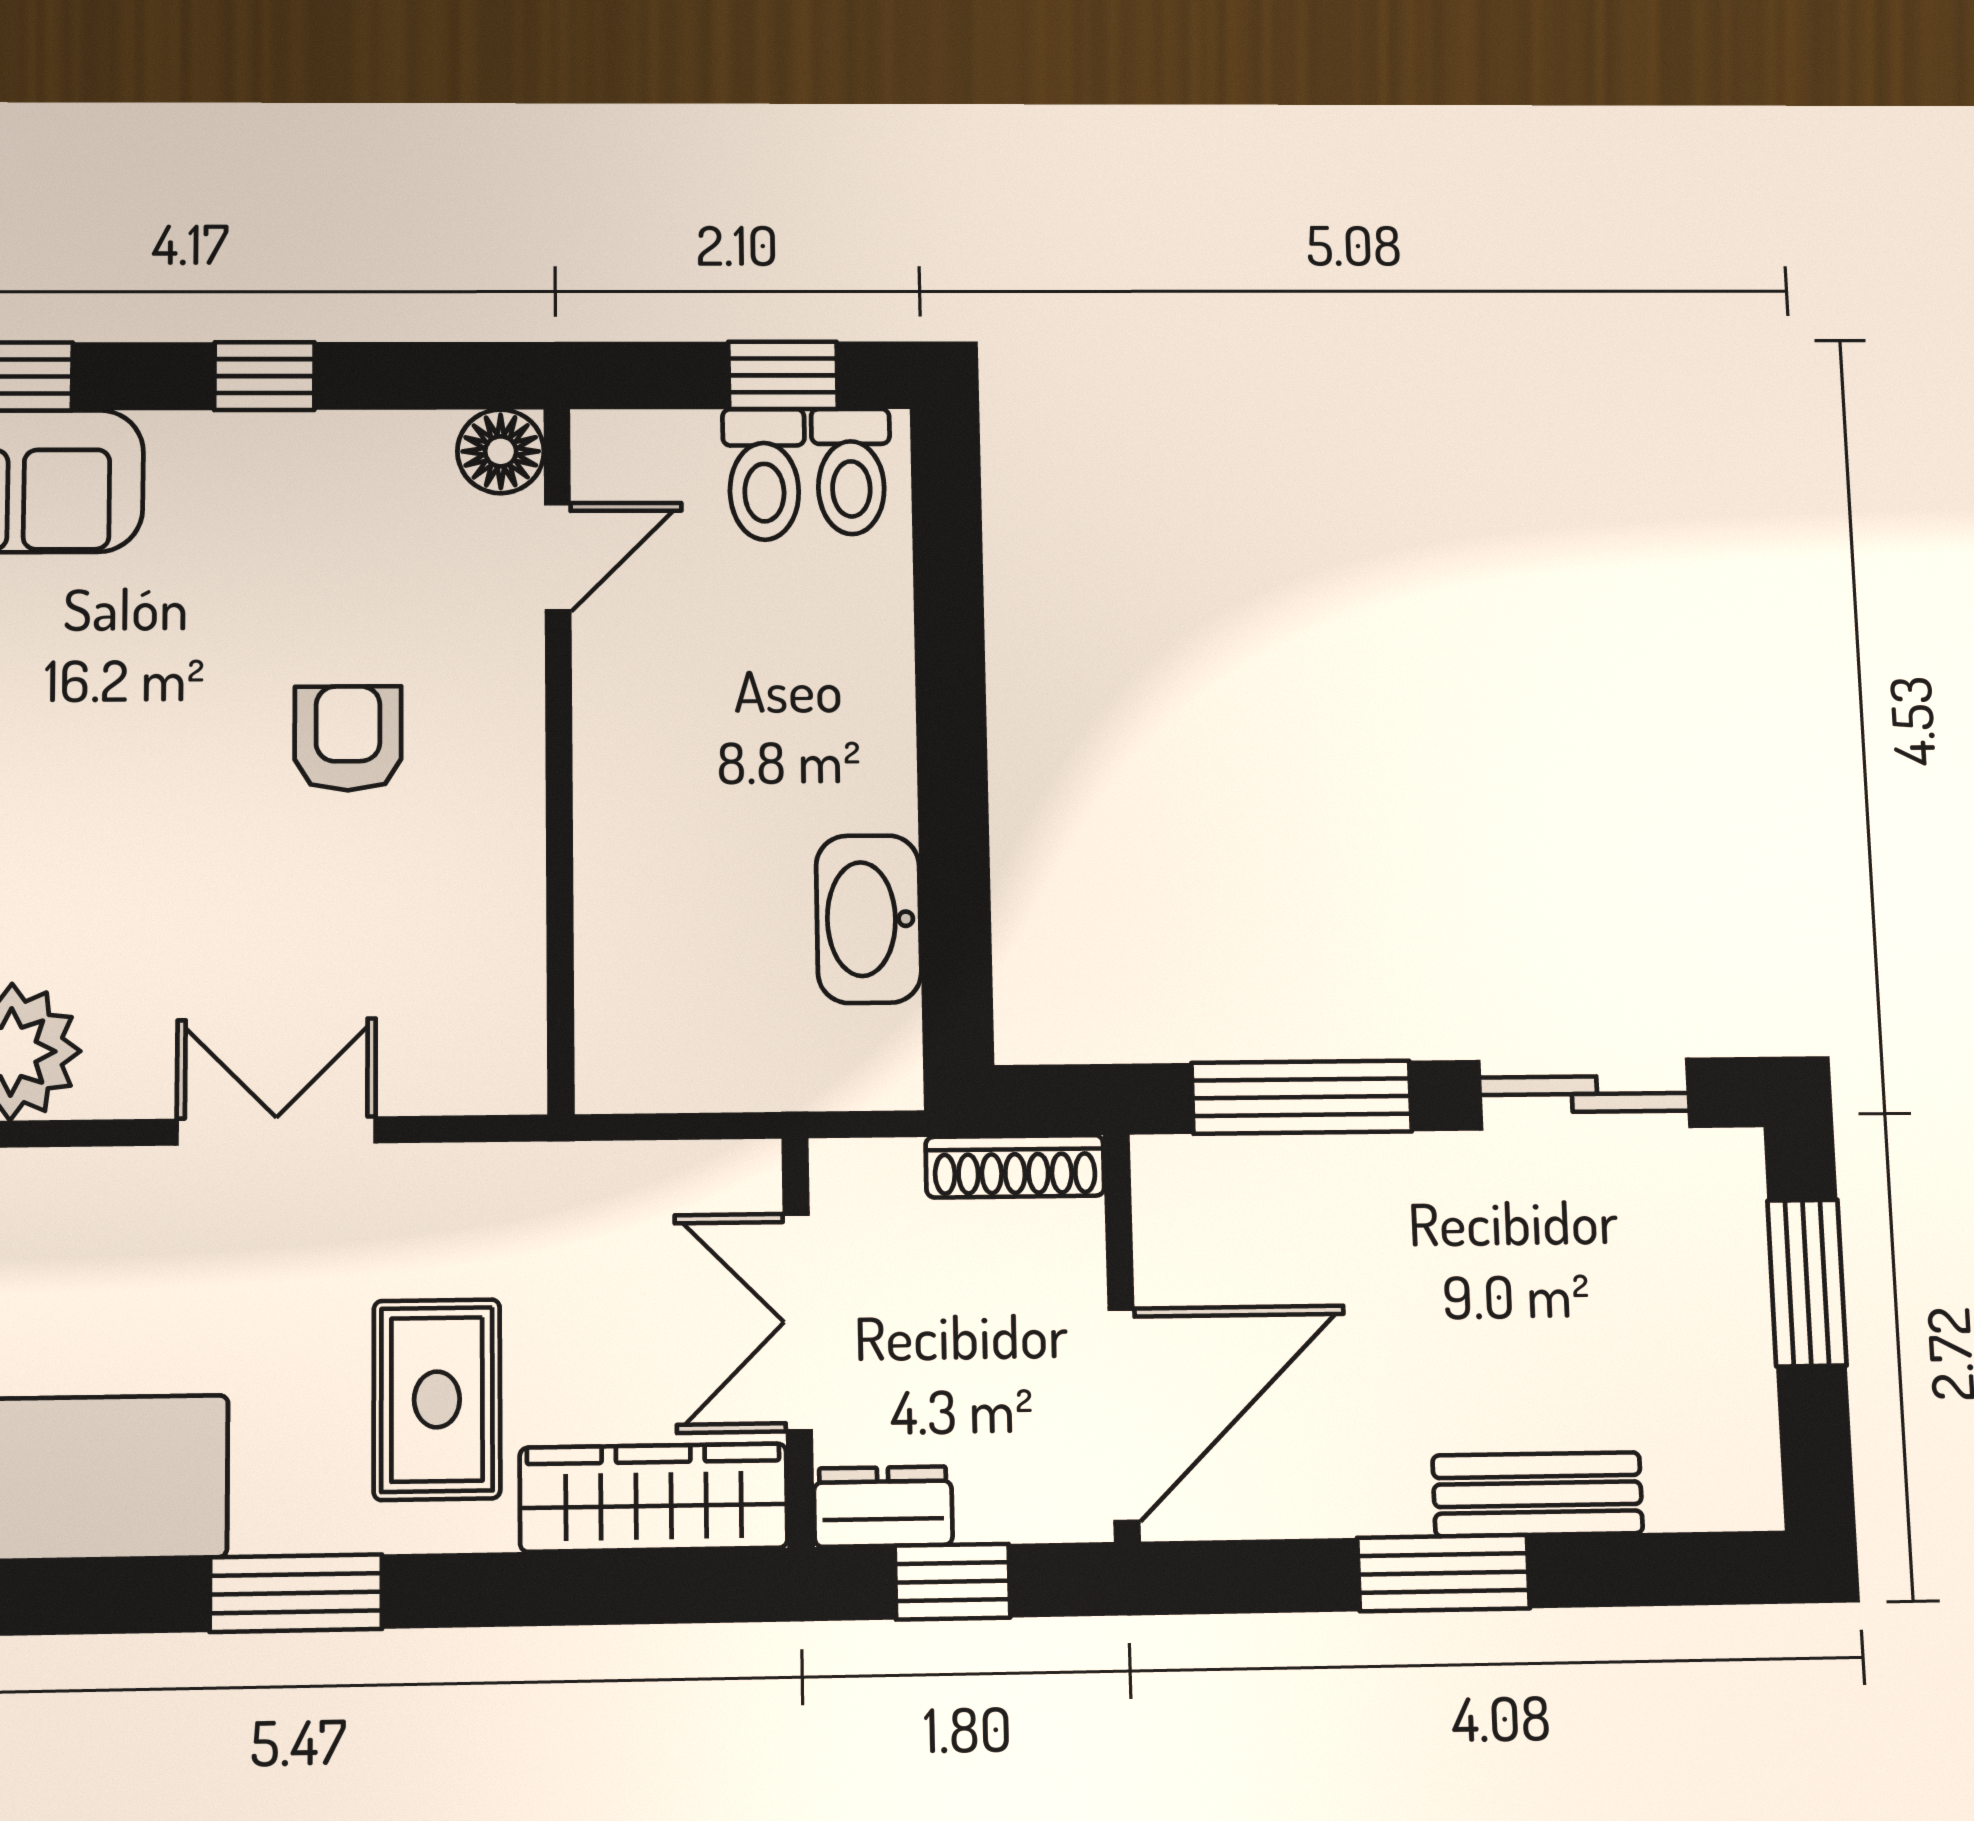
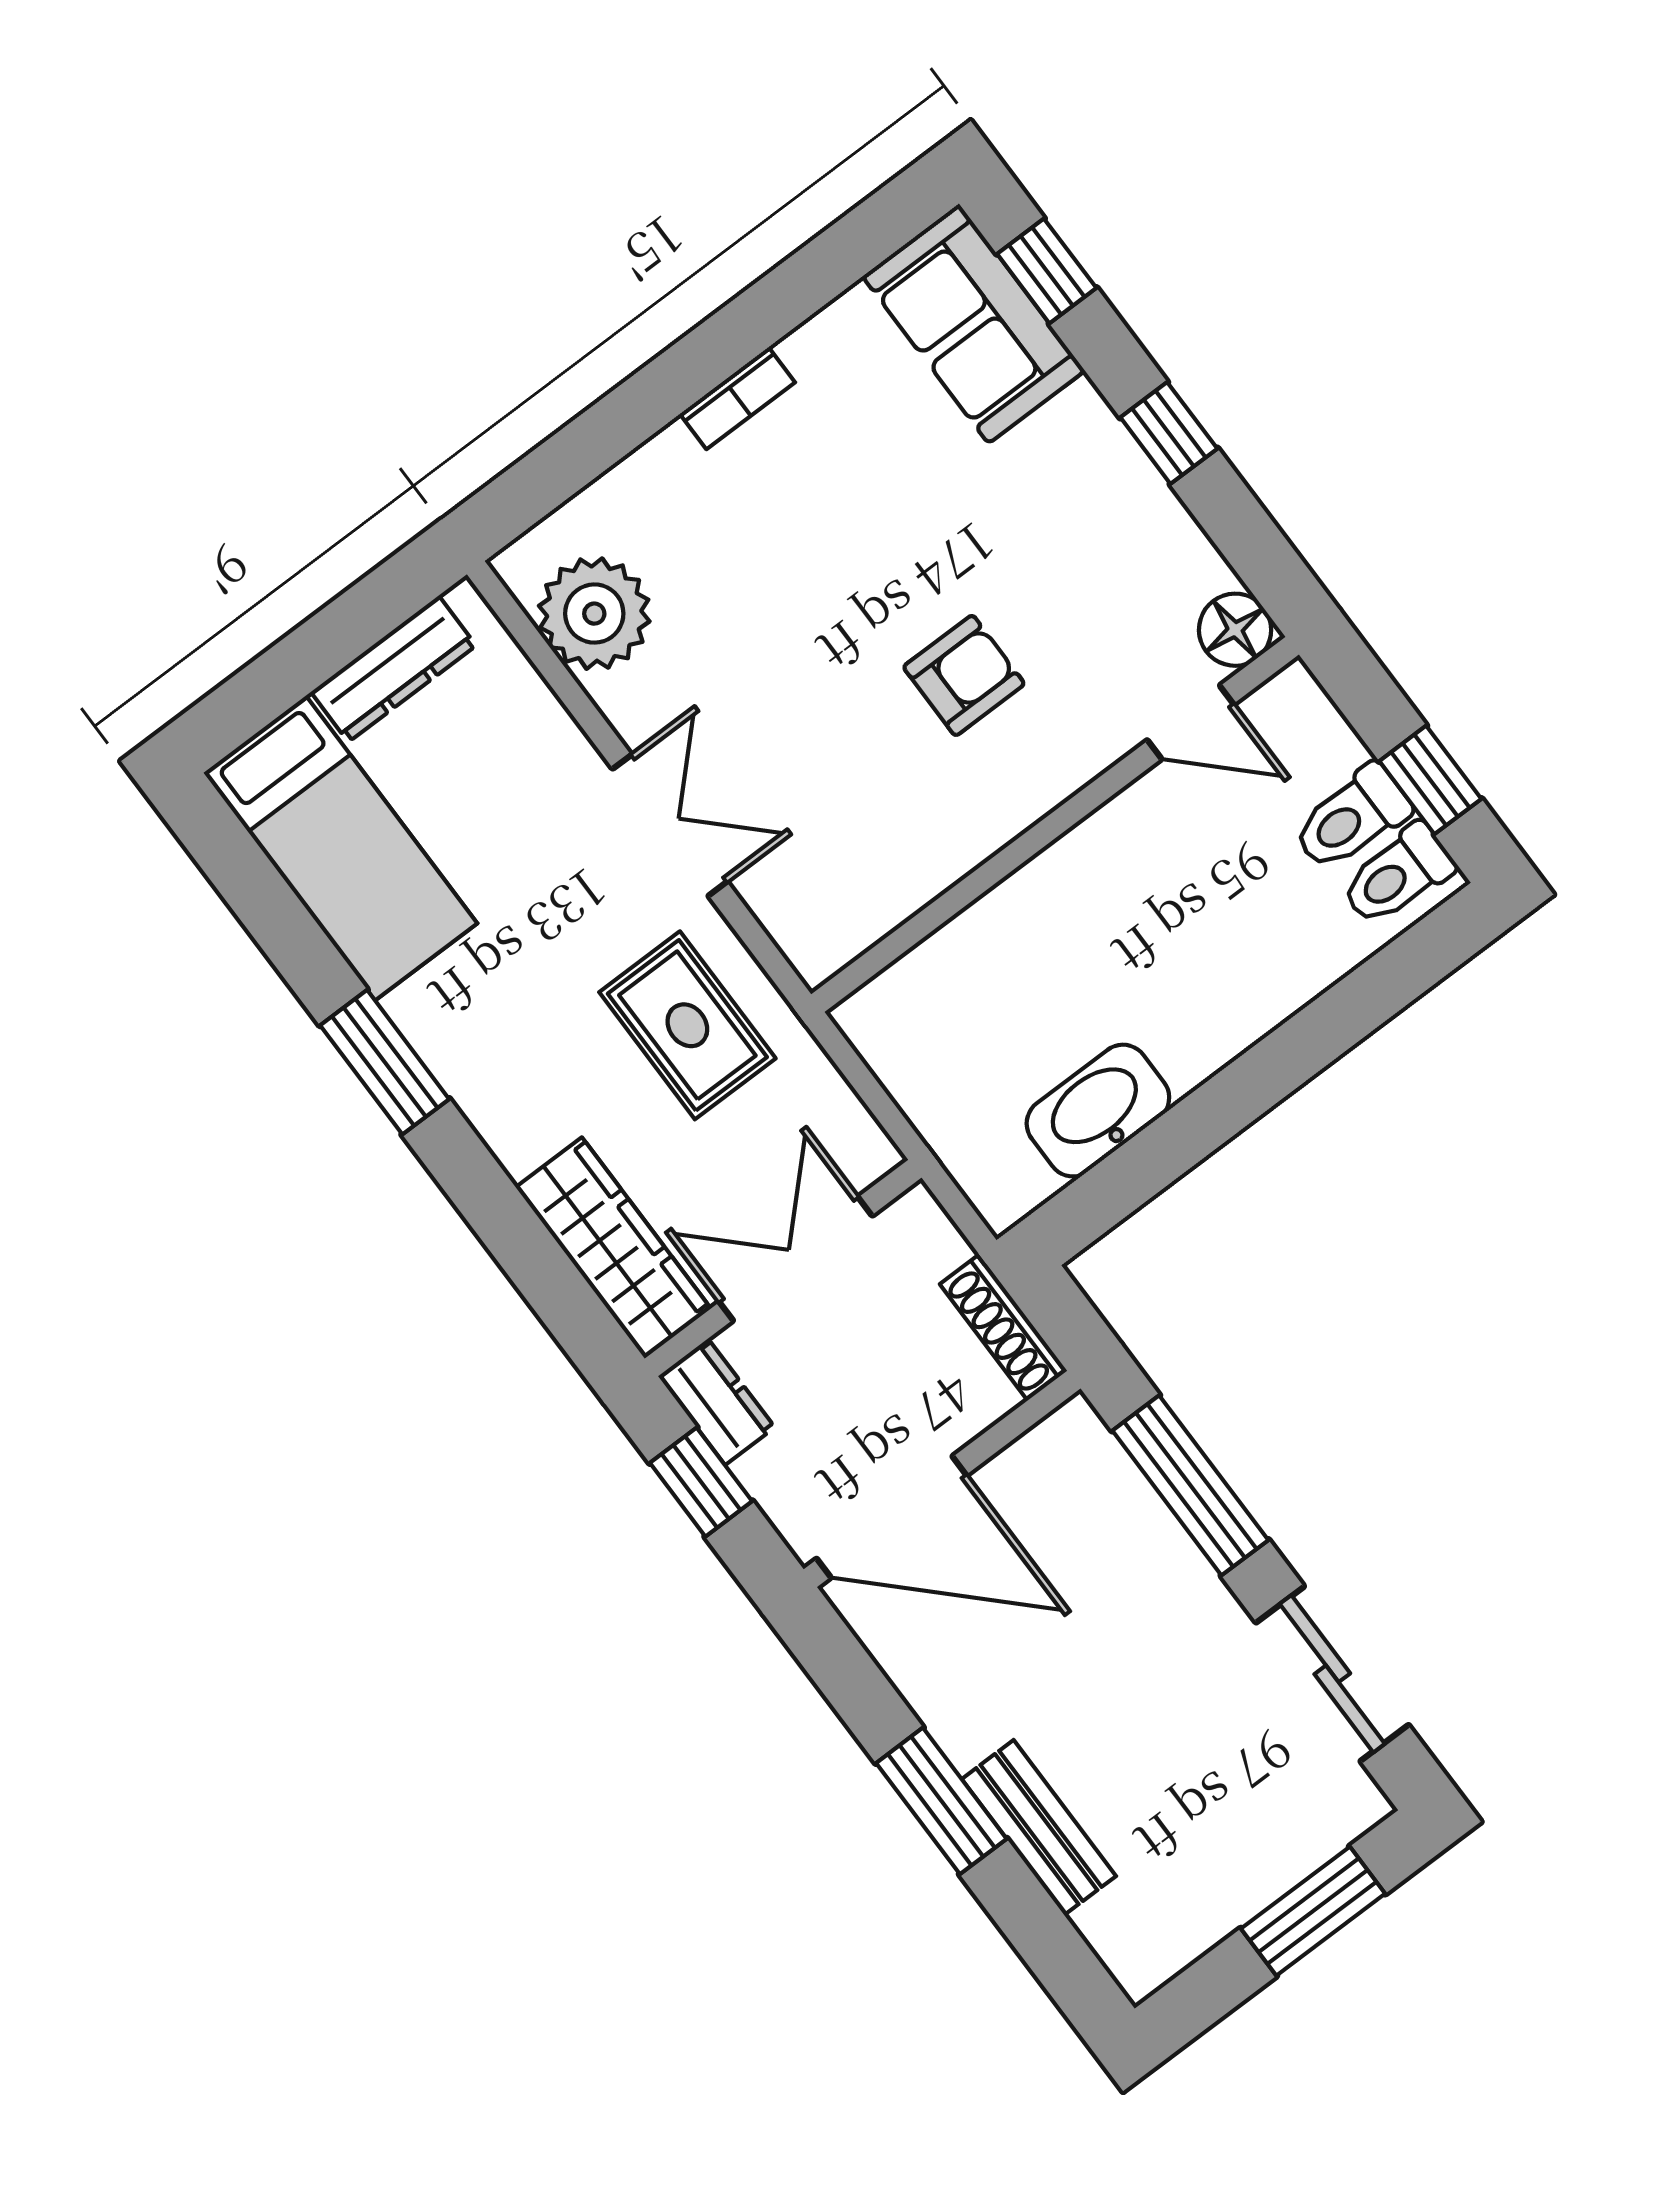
rug: (437, 1399) -> (687, 1025), moved, turned 90

